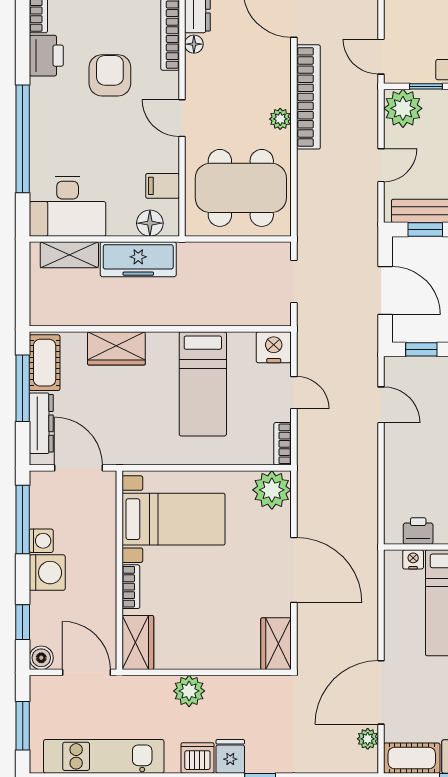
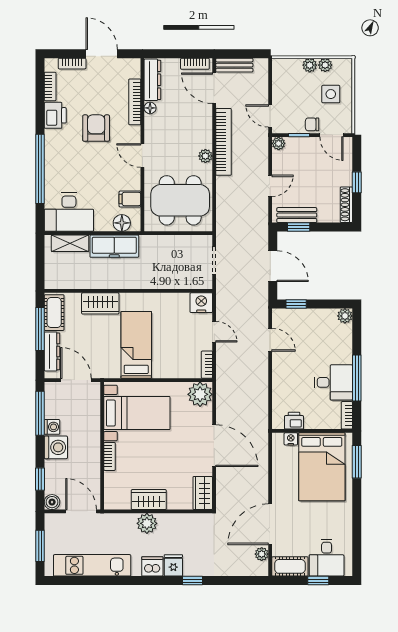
plant: (403, 108) -> (279, 143), width x0.53, depth x0.53
bed: (203, 384) -> (136, 345), moved, turned 180
wardrobe: (138, 643) -> (149, 500), moved, turned -90

